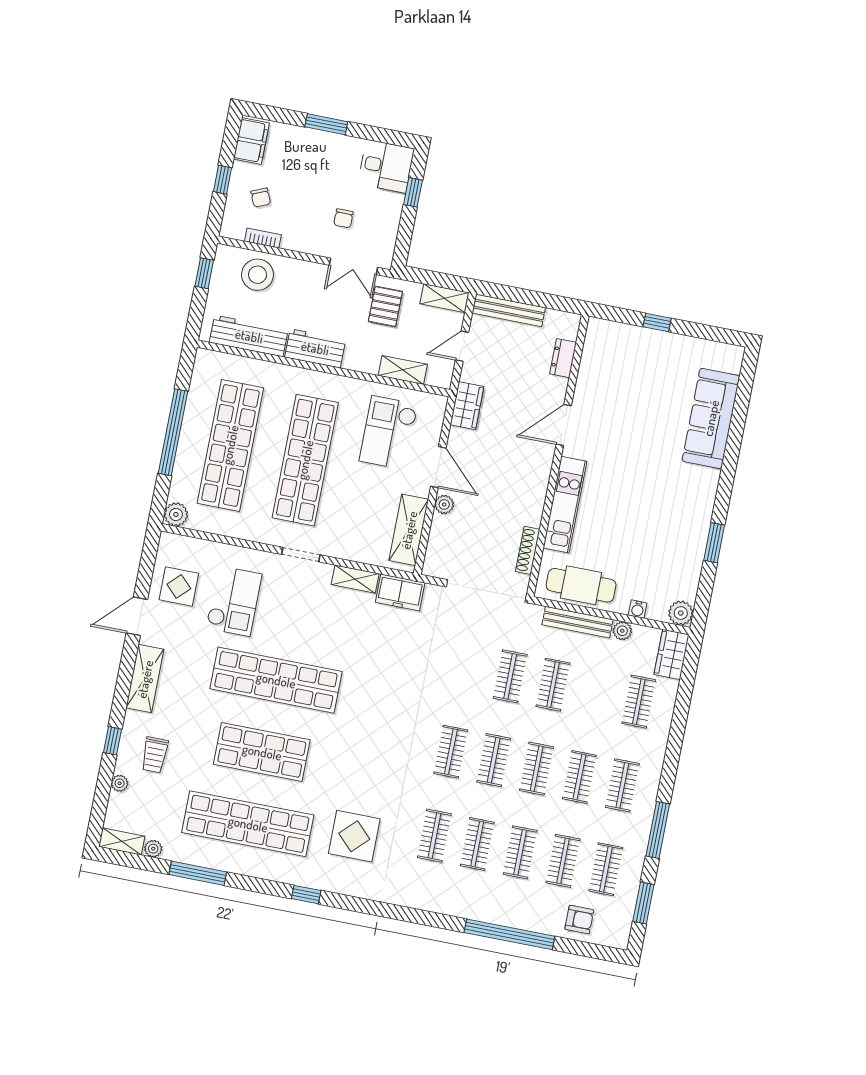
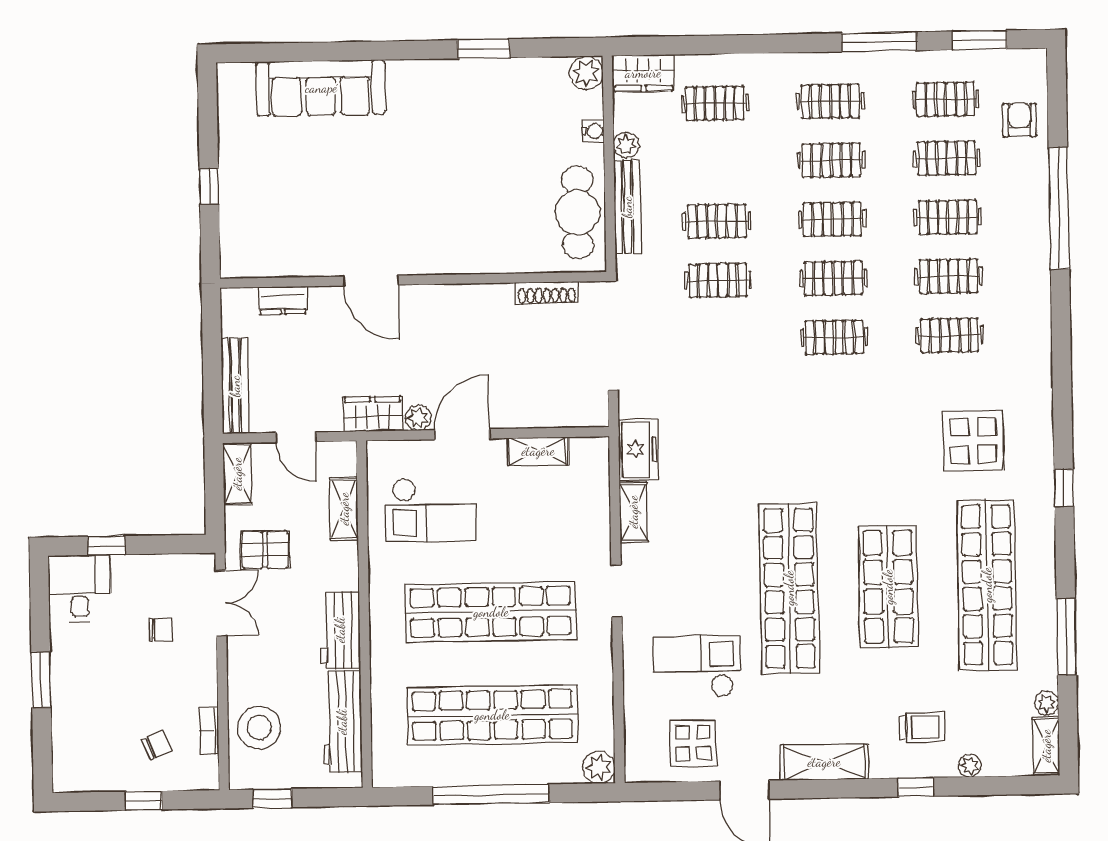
filing cabinet: (251, 141) -> (84, 773), removed
plant: (444, 504) -> (418, 418), moved
kitchen unit: (565, 505) -> (476, 256), removed
shelving: (409, 530) -> (538, 451), width x0.67, depth x0.75

